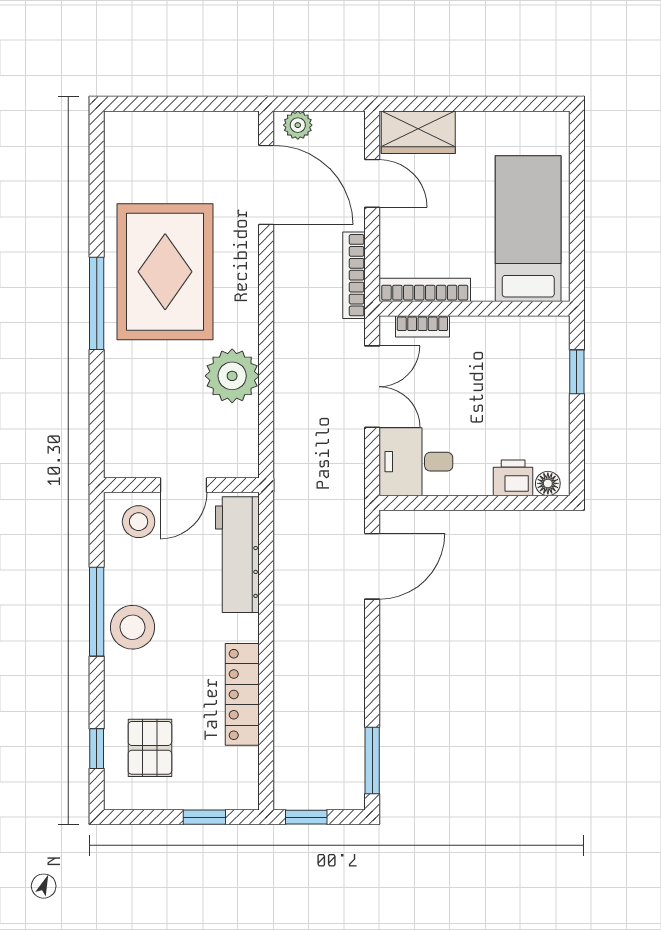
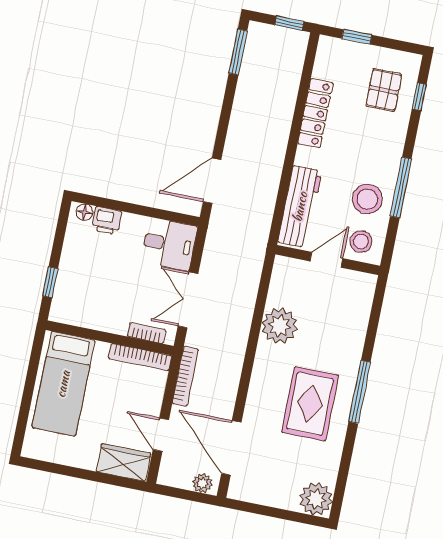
plant: (128, 136) -> (316, 499), added
rug: (165, 272) -> (310, 404), width x0.73, depth x0.69
stool: (133, 627) -> (367, 199), moved

